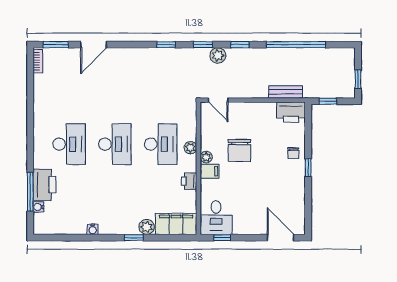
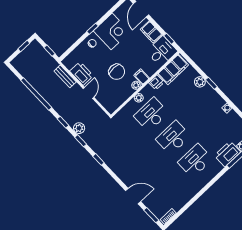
door: (218, 100) -> (88, 93), moved
printer: (291, 112) -> (81, 73), moved
chair: (239, 150) -> (117, 72), turned 90
corner desk: (286, 185) -> (112, 31), added
filing cabinet: (176, 224) -> (173, 69), moved, turned -90
filing cabinet: (247, 226) -> (151, 32), added

